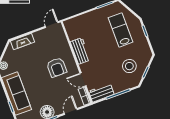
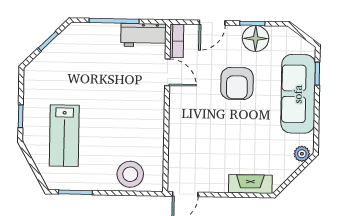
workbench: (80, 51) -> (152, 126), removed
stool: (129, 66) -> (130, 174), moved
armchair: (57, 67) -> (237, 83), moved, turned 180

